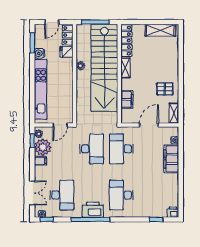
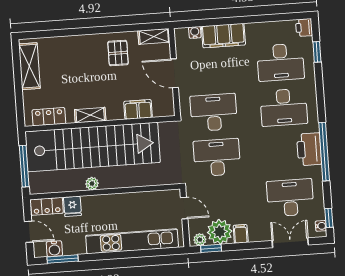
locker: (126, 41) -> (49, 117), width x0.66
water cooler: (39, 53) -> (54, 249), moved
desk: (121, 149) -> (214, 112), turned 180
desk: (151, 195) -> (280, 62), added

